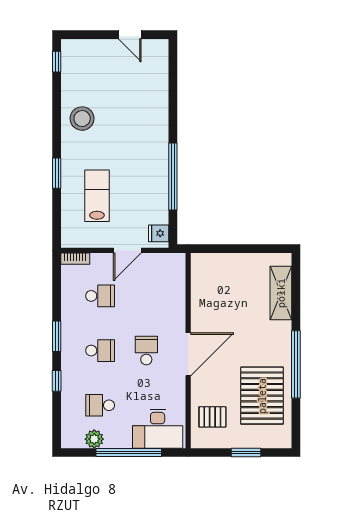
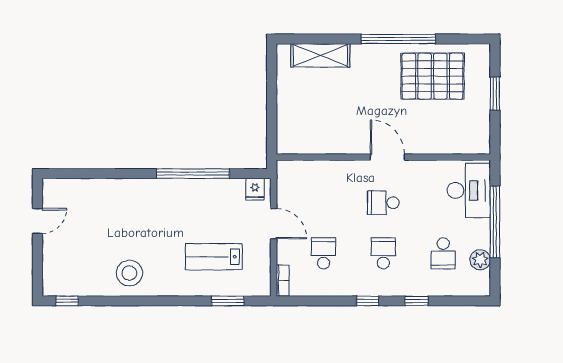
window: (57, 173) -> (228, 301), moved
window: (57, 336) -> (368, 301), width x0.67
door: (188, 354) -> (387, 157), width x0.73
pallet: (212, 417) -> (456, 130), removed

